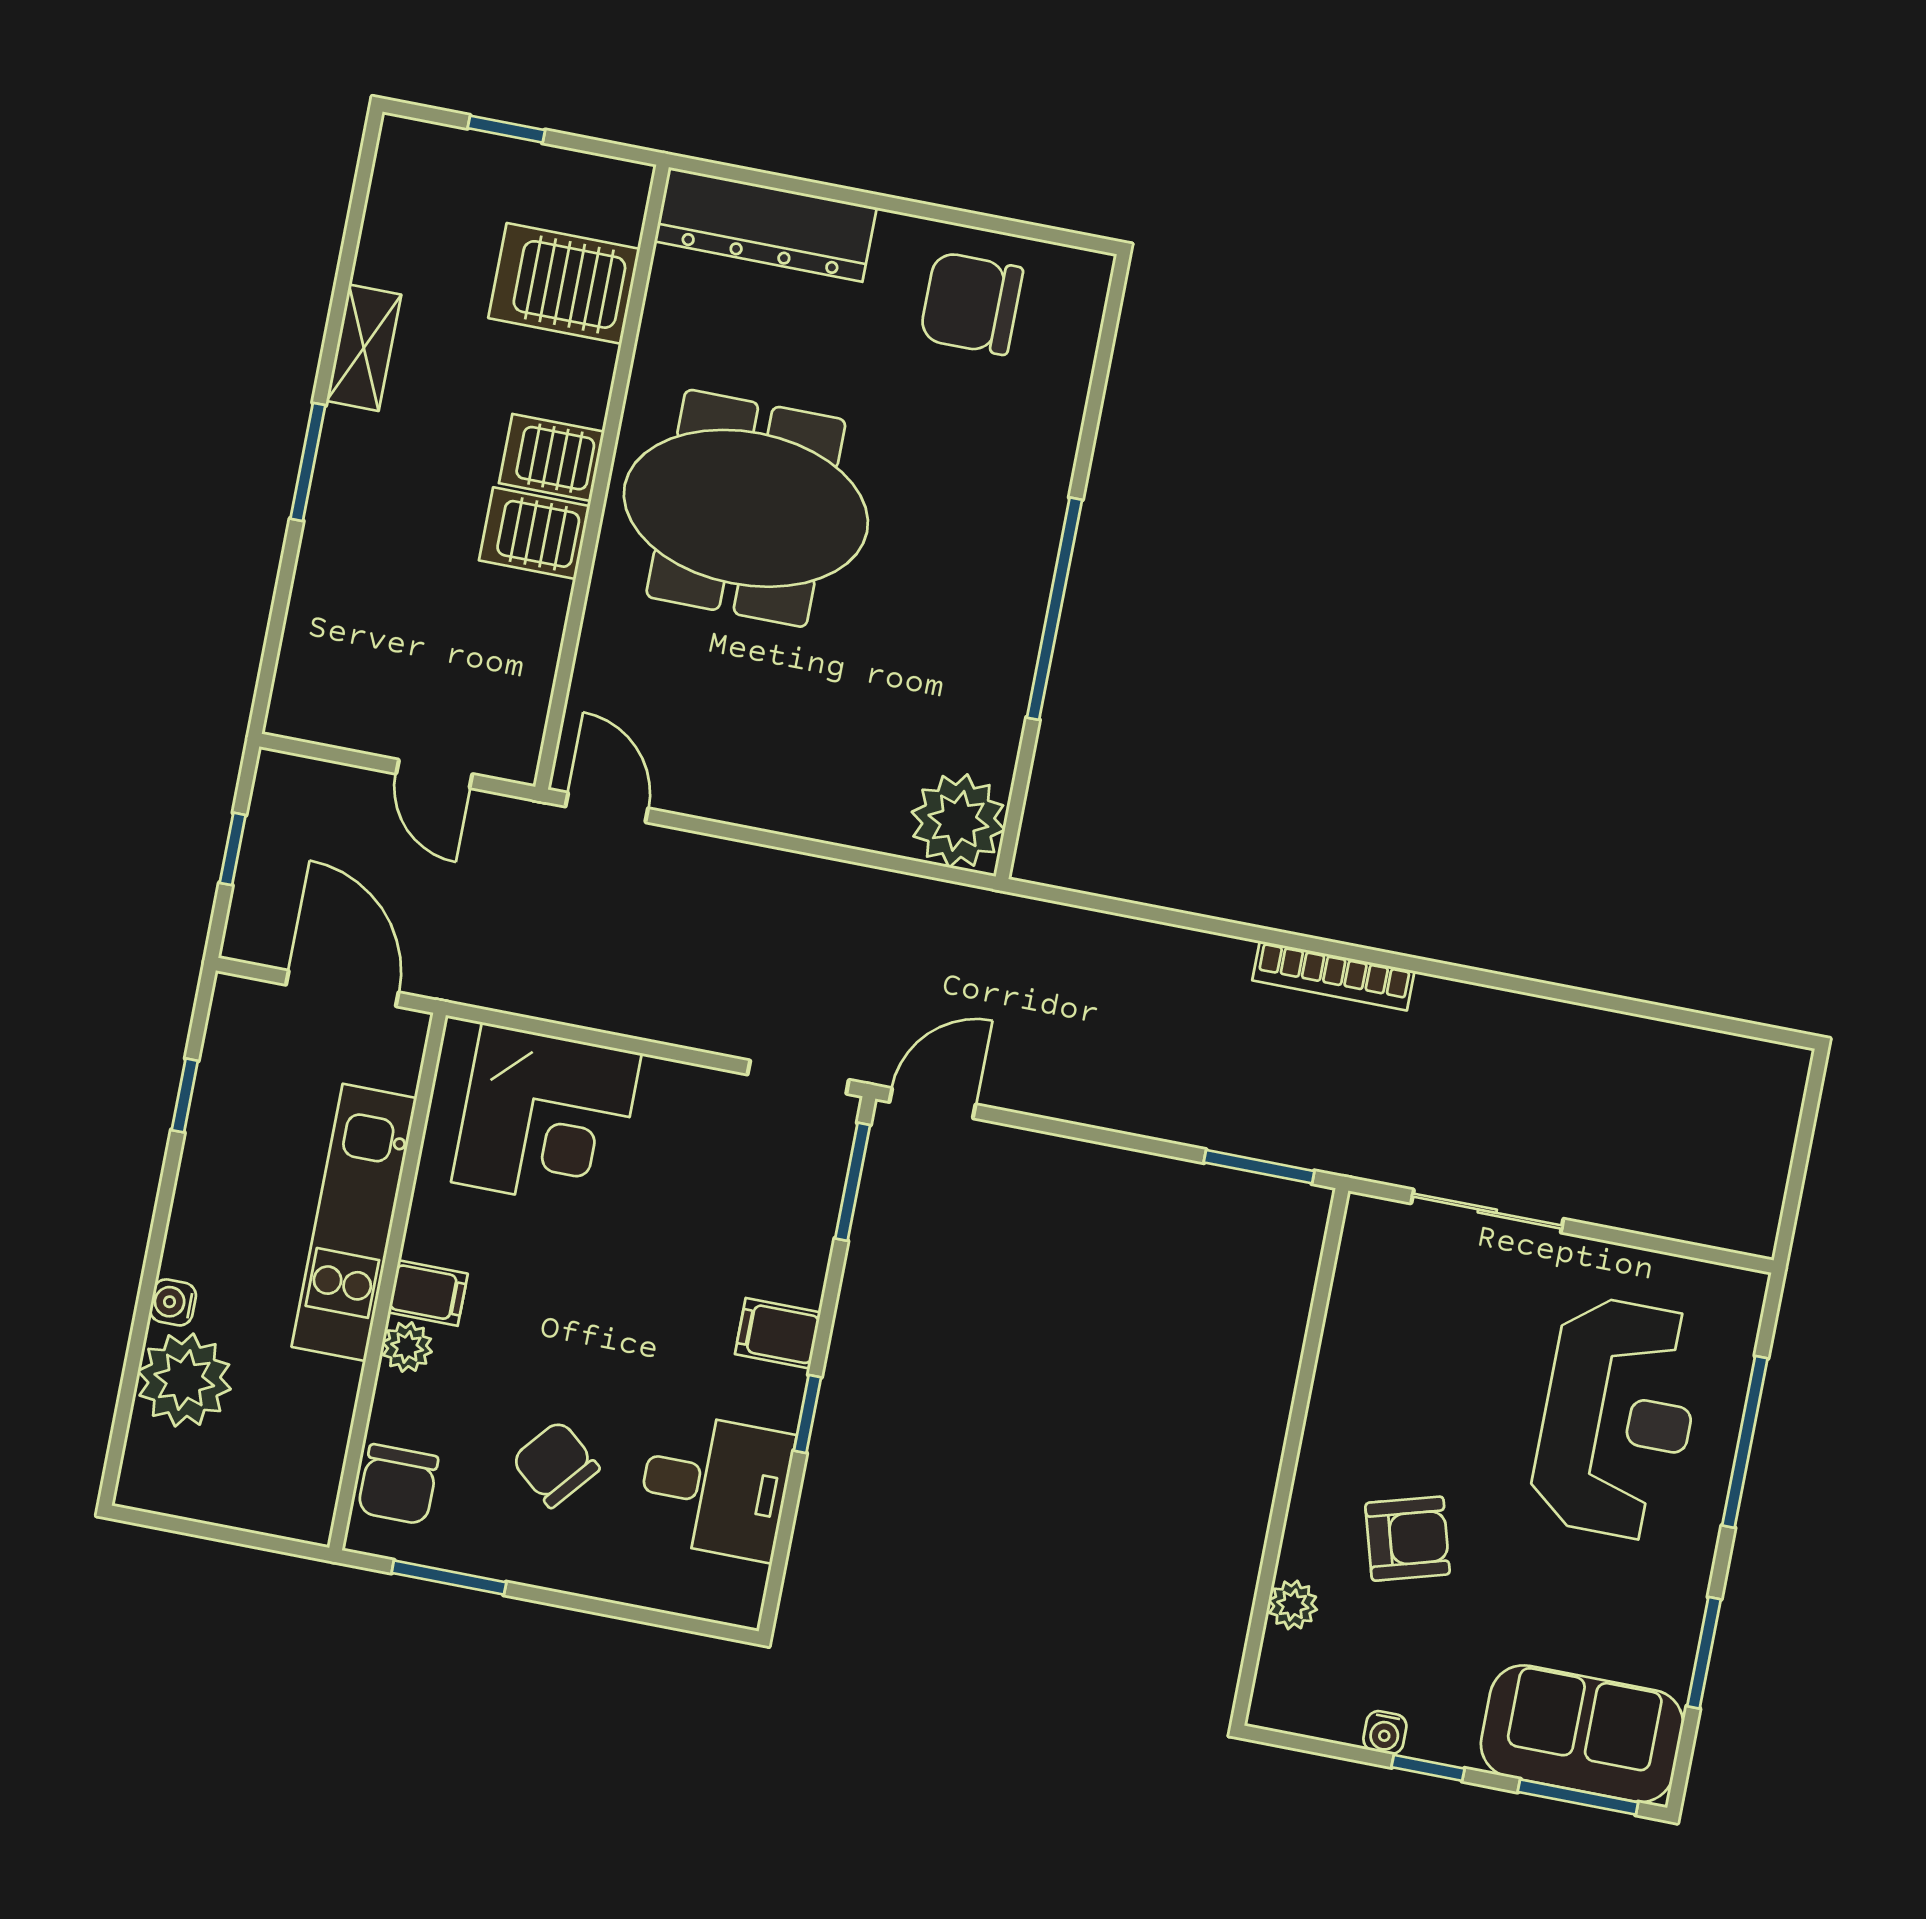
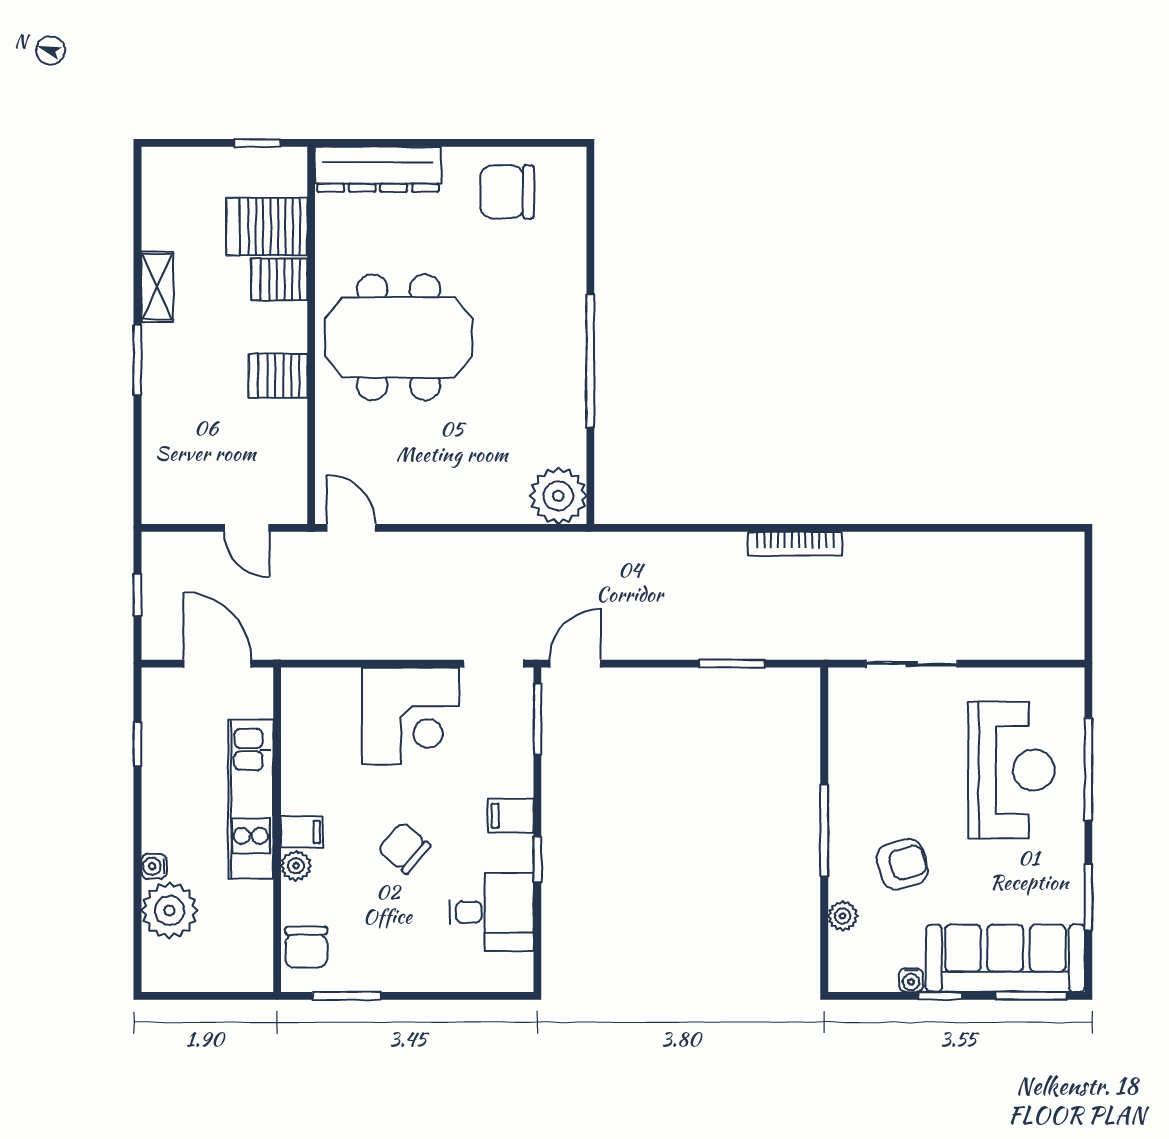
window: (506, 129) -> (257, 143), moved
server rack: (552, 457) -> (279, 279), moved
corner desk: (546, 1118) -> (411, 716), moved
window: (1259, 1167) -> (732, 664), moved
window: (1290, 1458) -> (824, 830), added
chair: (555, 1464) -> (404, 848), moved
sofa: (1582, 1734) -> (1005, 958), width x1.36

